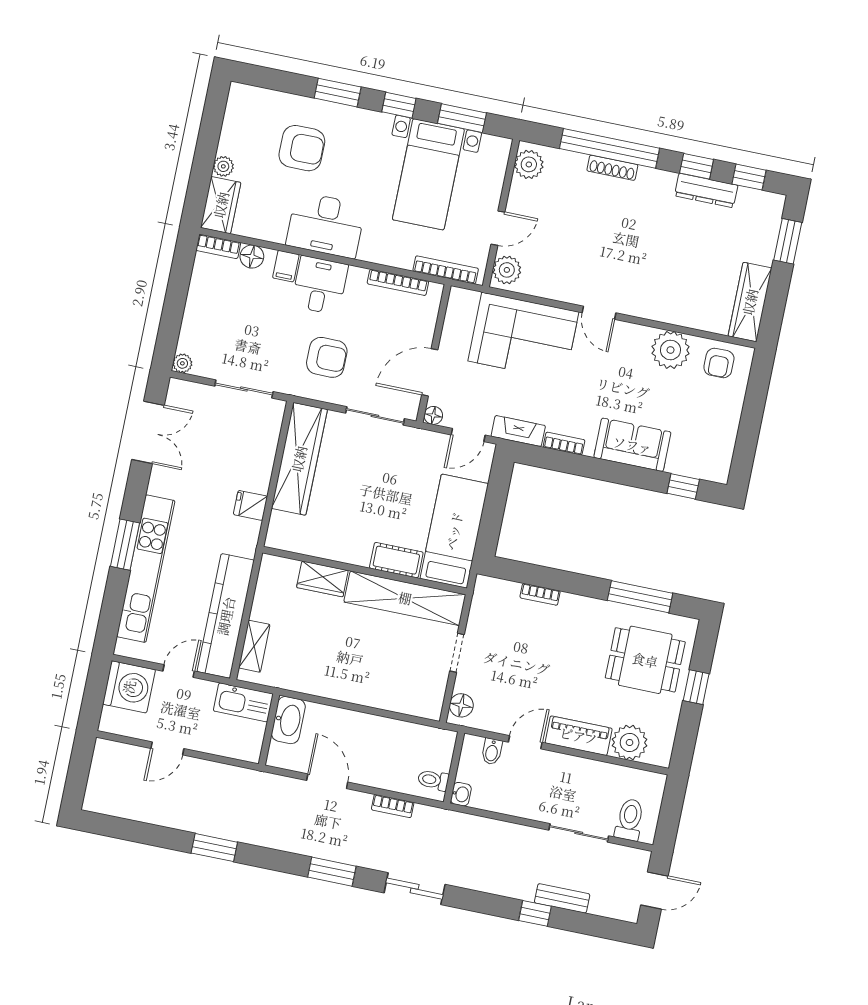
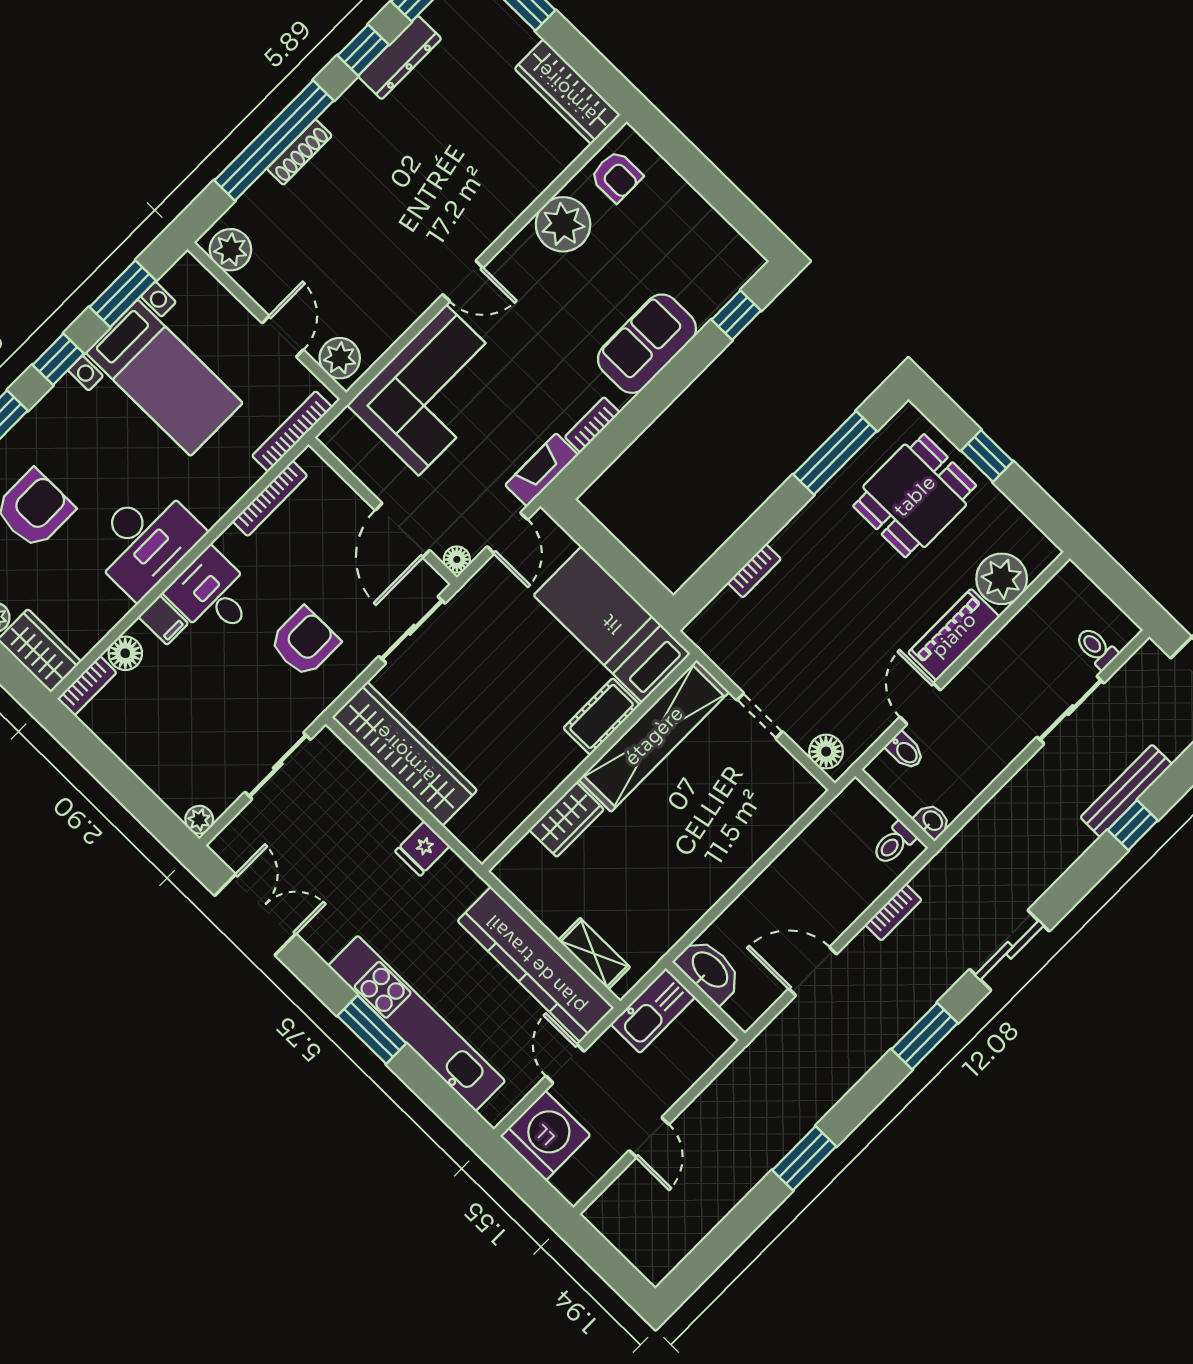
toilet: (630, 820) -> (1096, 648), width x0.73, depth x0.72
bench: (562, 898) -> (1126, 791), width x1.36

